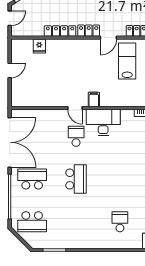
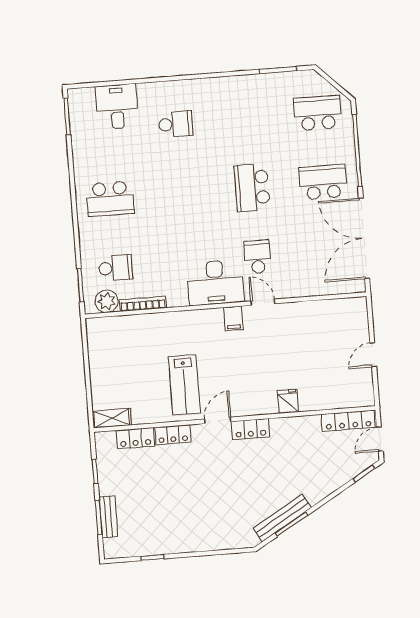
locker: (60, 31) -> (348, 421), moved
fridge: (39, 46) -> (288, 401), moved
school desk: (76, 136) -> (258, 257), turned 180
school desk: (32, 179) -> (323, 182), turned 180
school desk: (120, 222) -> (176, 124), turned -90

